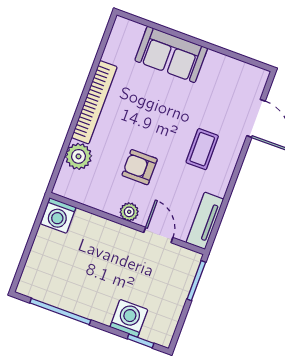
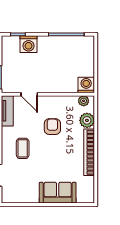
armchair: (140, 167) -> (52, 127), turned -90
plant: (129, 212) -> (84, 101), moved

